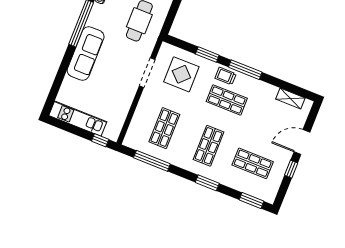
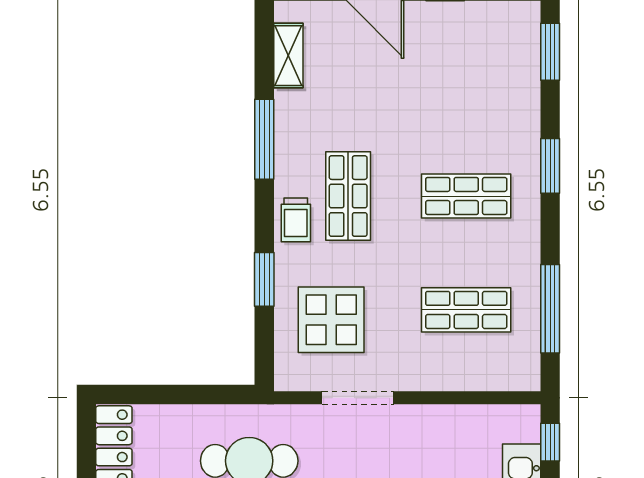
window: (245, 70) -> (264, 139), moved
shop shelf: (253, 163) -> (466, 82), removed

